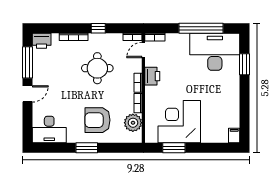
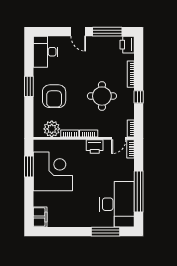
door: (143, 50) -> (119, 138), swing flipped
window: (245, 64) -> (106, 232), width x1.44
armchair: (98, 120) -> (54, 96), turned 180
filing cabinet: (234, 135) -> (40, 217), width x2.00

